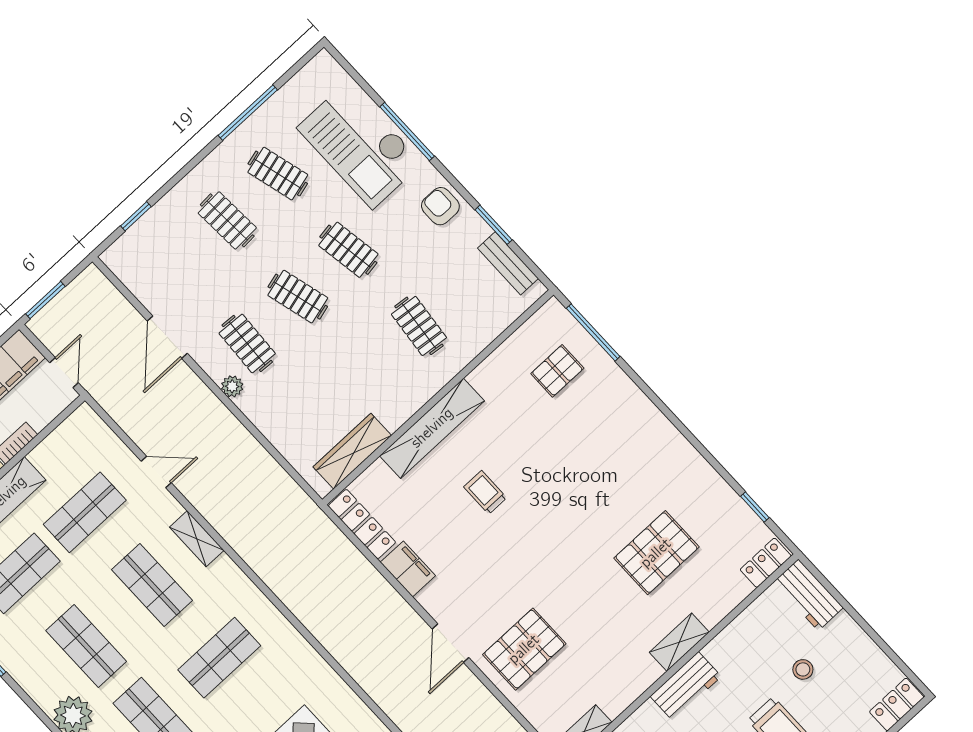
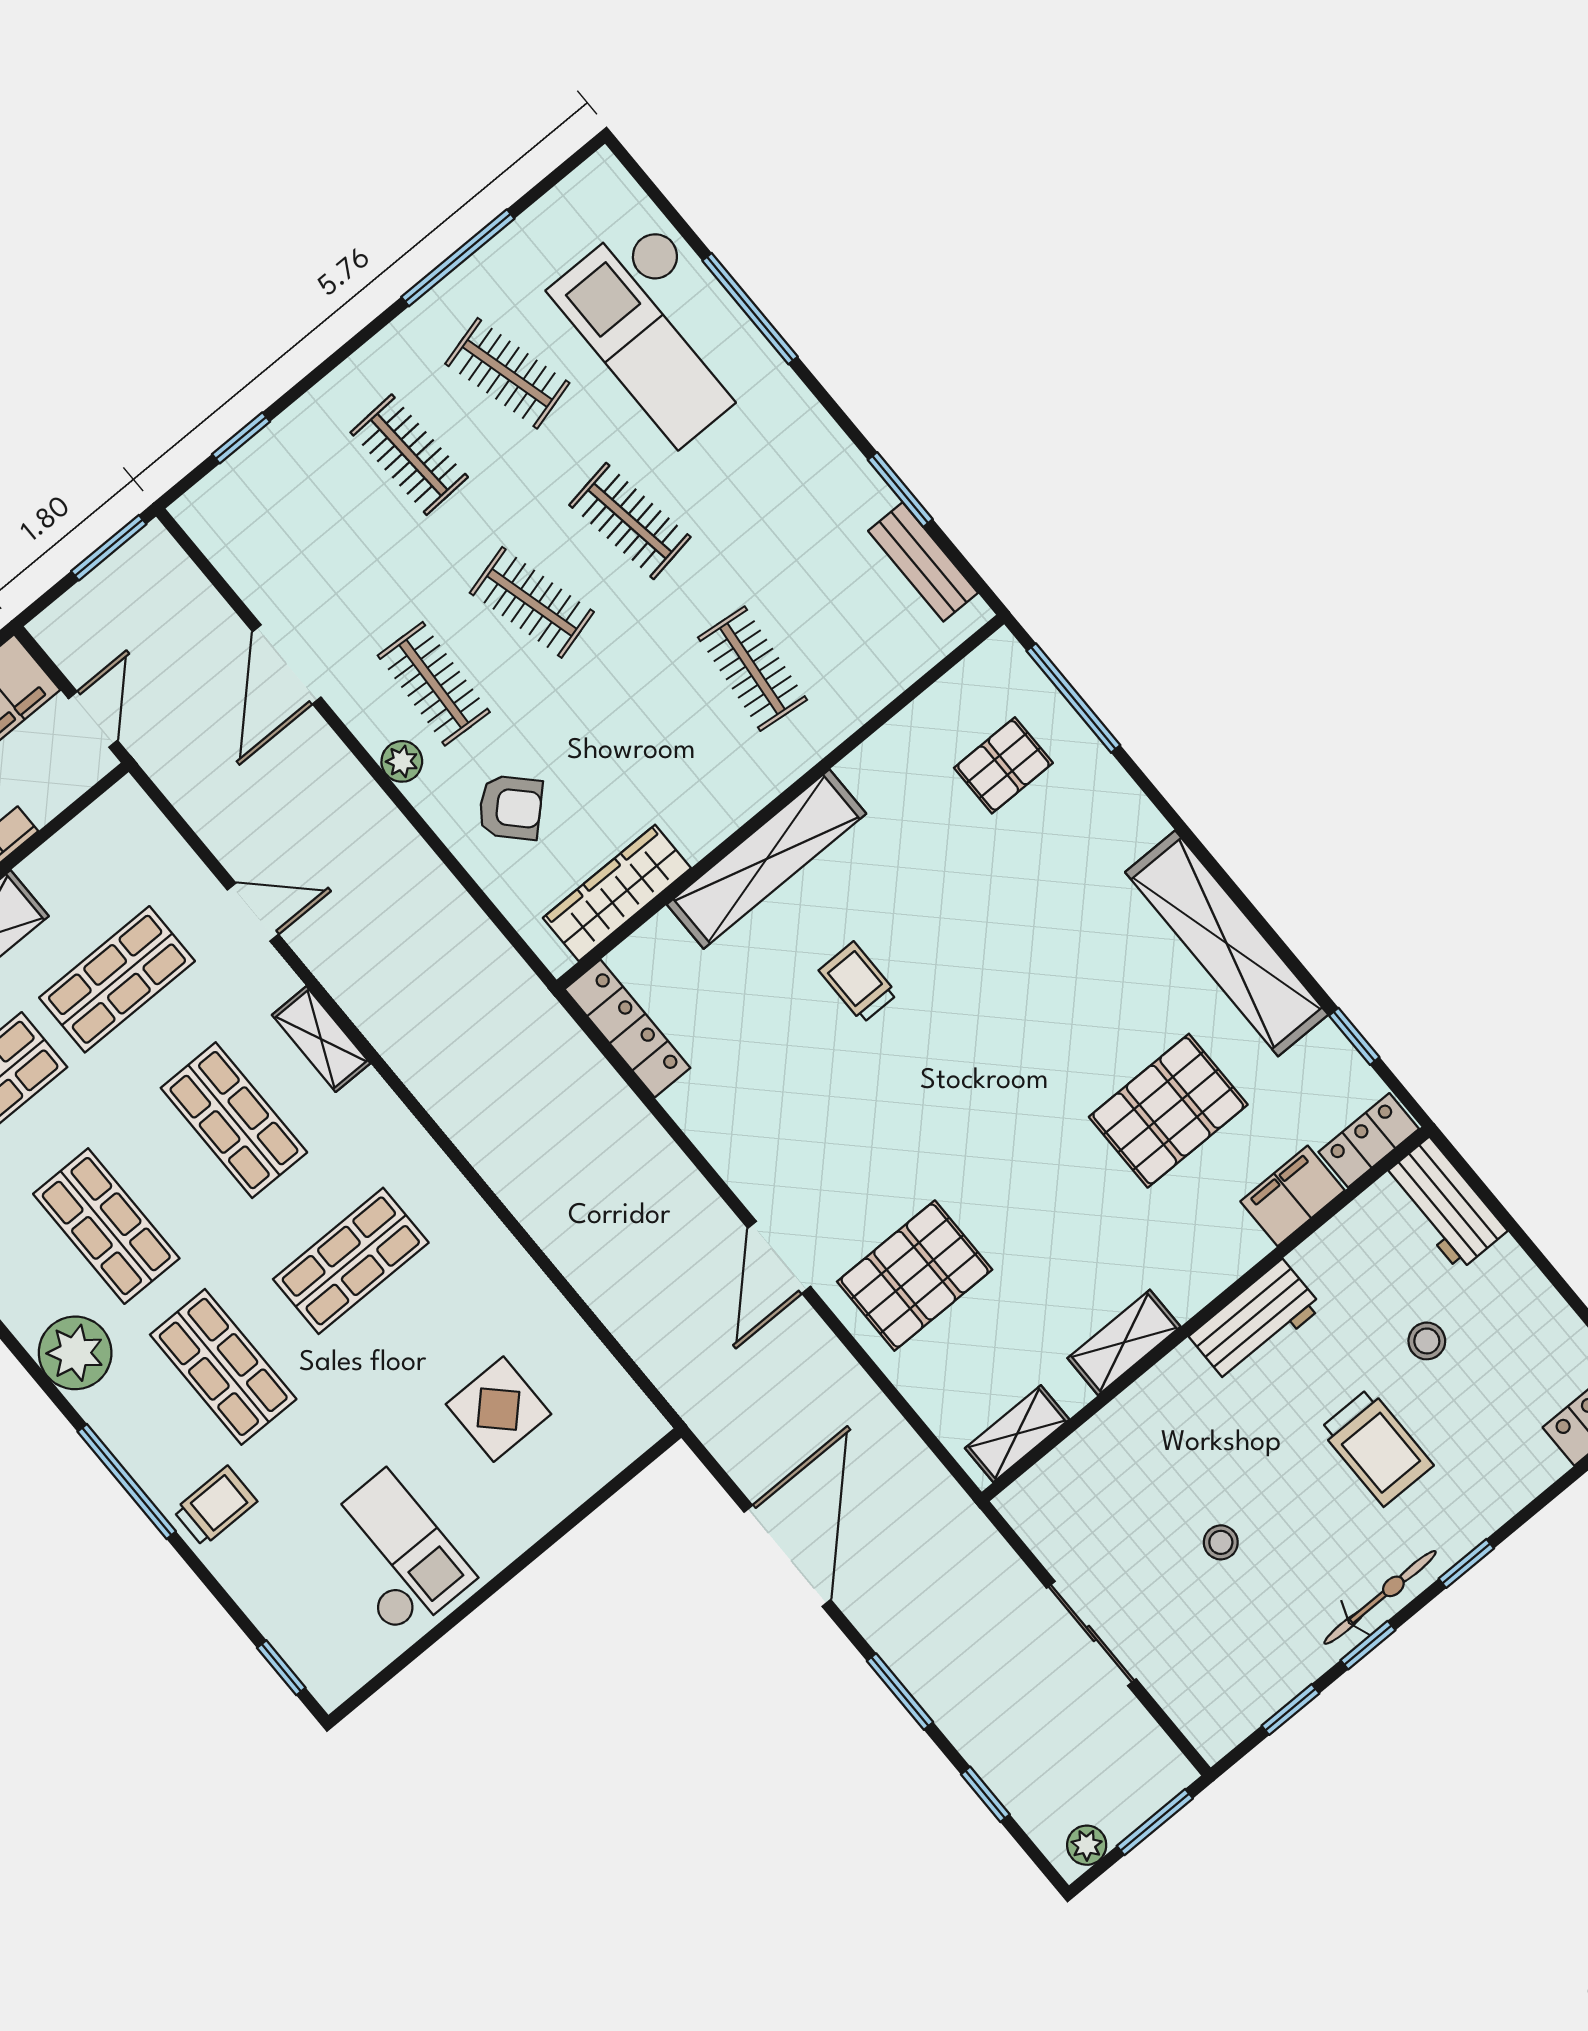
armchair: (440, 206) -> (510, 807), moved, turned 136
window: (45, 300) -> (109, 548), moved
shelving: (683, 460) -> (1227, 943), added
filing cabinet: (408, 569) -> (1293, 1196), moved, turned -90
shelving: (679, 642) -> (1124, 1342), moved
workbench: (686, 686) -> (1256, 1322), moved

